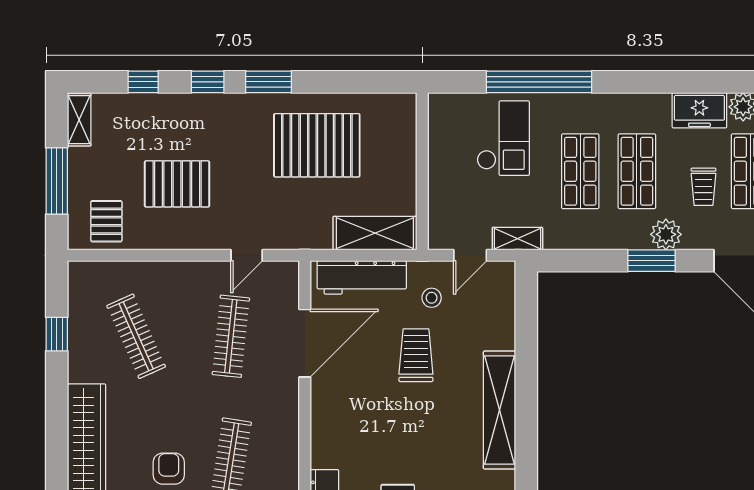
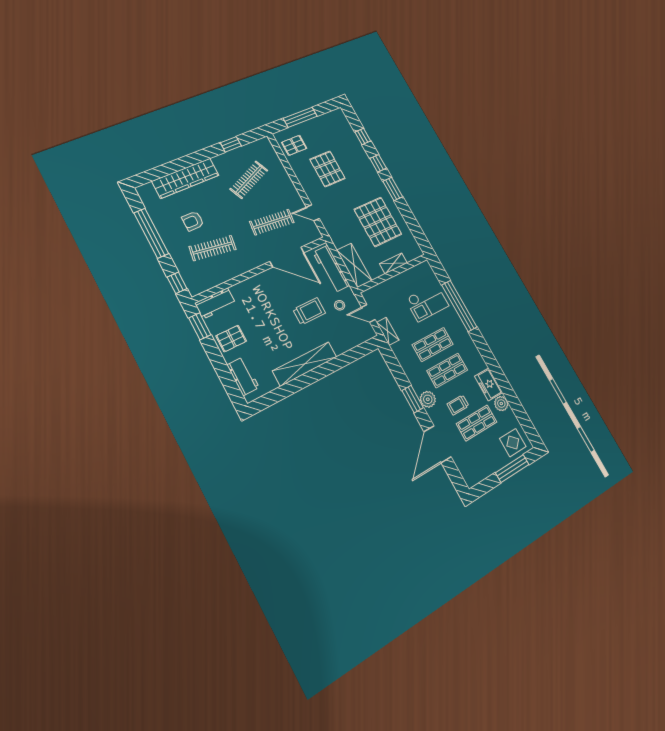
shelving: (79, 120) -> (393, 263), moved
armchair: (169, 469) -> (193, 221), turned 180

